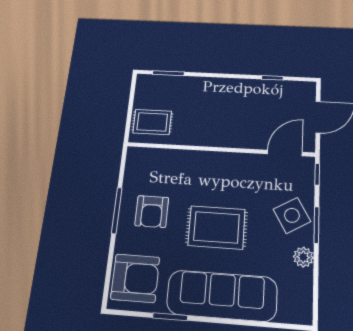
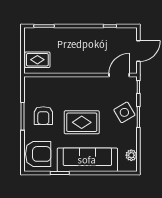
plant: (303, 257) -> (131, 155), moved

